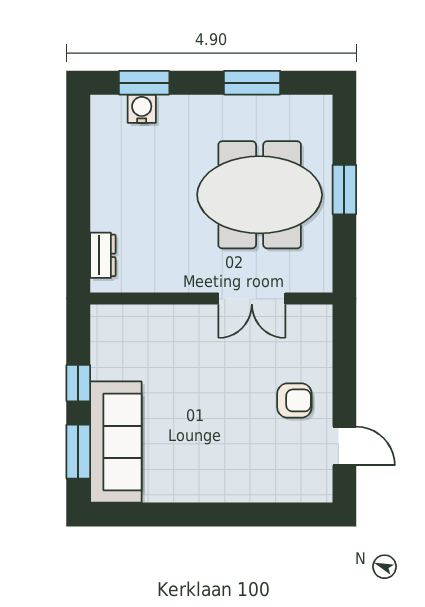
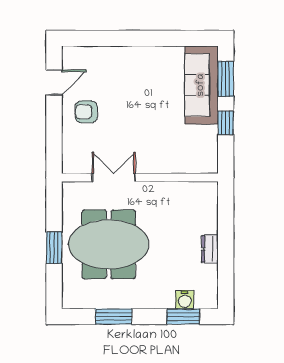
dresser: (103, 255) -> (210, 249), moved
door: (344, 446) -> (54, 82), swing flipped

